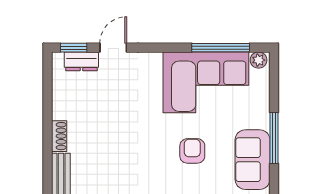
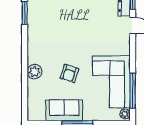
armchair: (192, 151) -> (69, 73), turned 108

